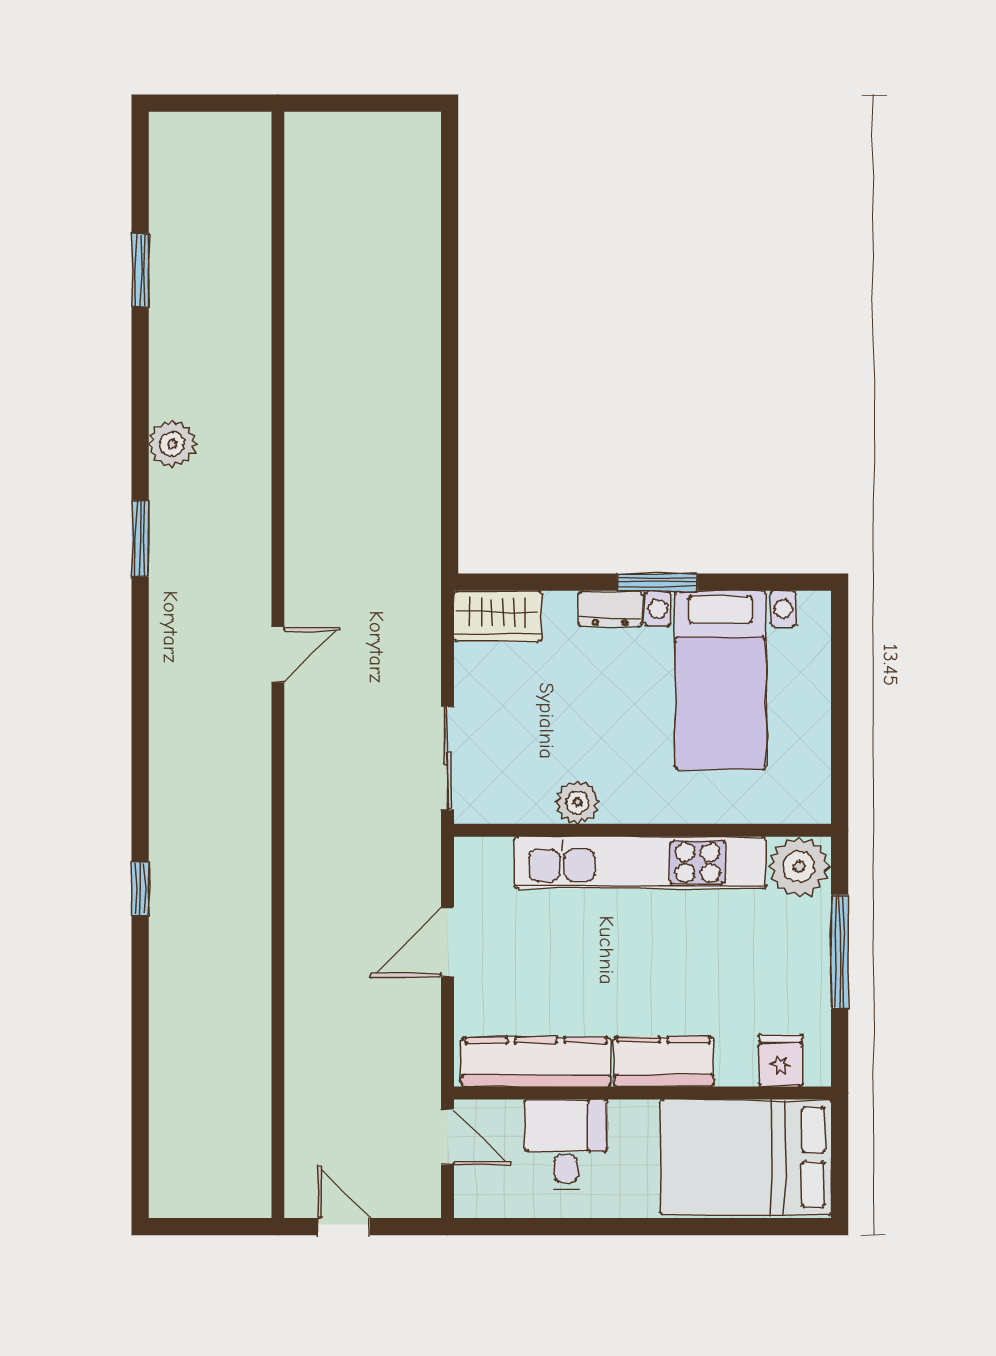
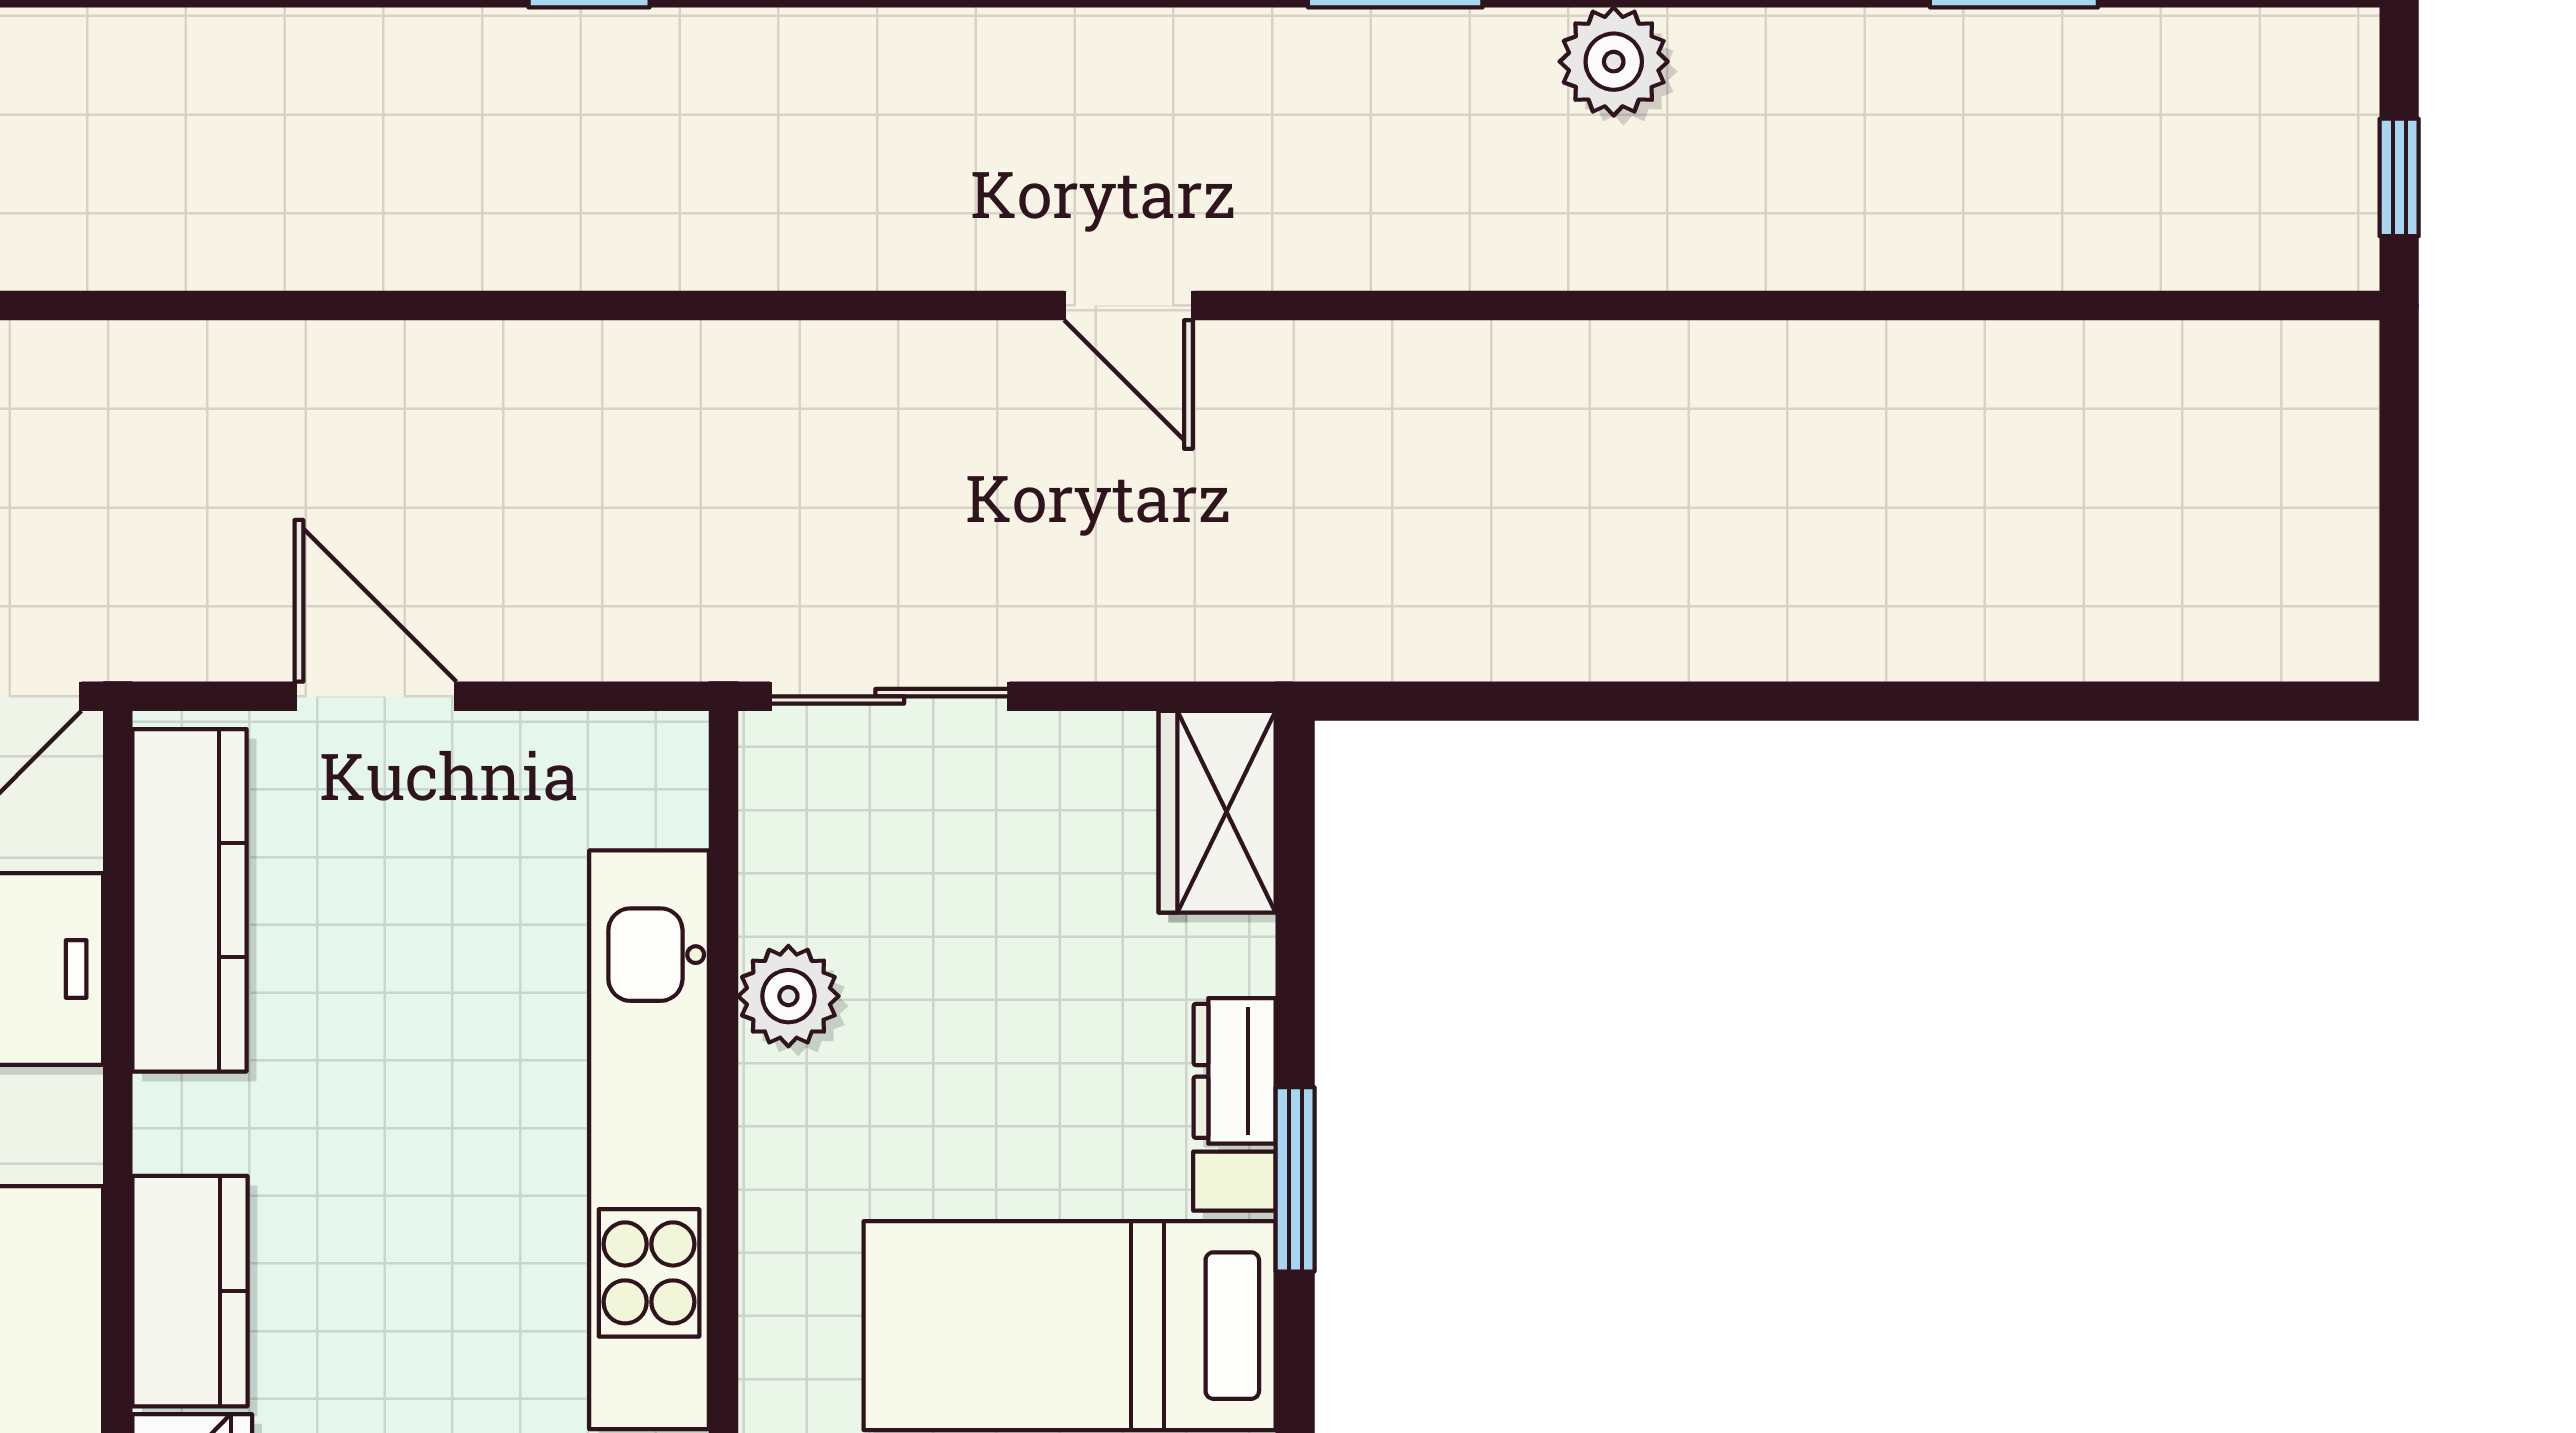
window: (222, 103) -> (2399, 177), added
door: (447, 942) -> (375, 696), moved
kitchen counter: (664, 1062) -> (190, 1291), moved

